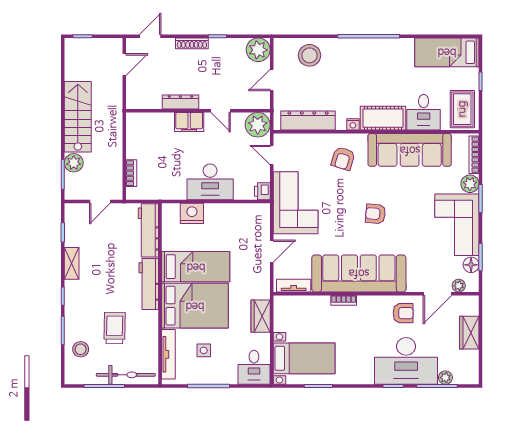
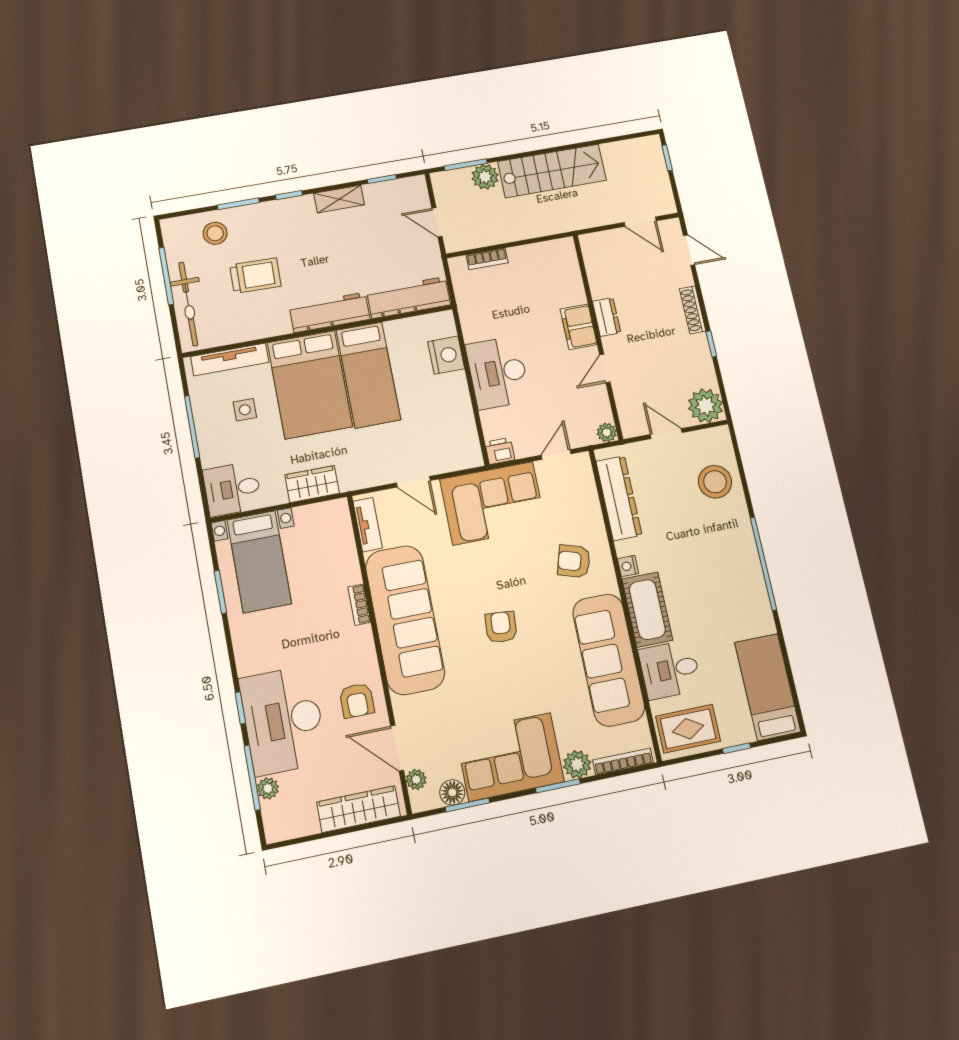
dresser: (180, 102) -> (607, 317), width x0.70
plant: (258, 125) -> (607, 432), width x0.53, depth x0.53
wardrobe: (469, 333) -> (359, 809), width x1.50

